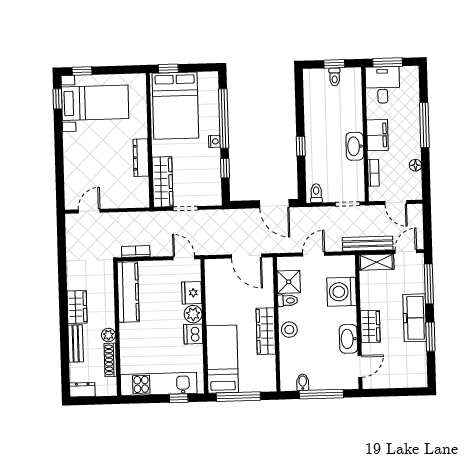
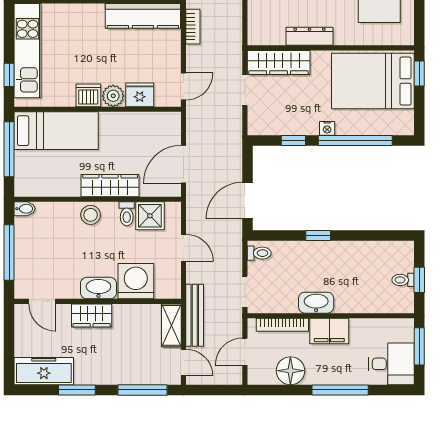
desk: (382, 85) -> (392, 364), moved
floor lamp: (415, 165) -> (290, 371), width x1.89, depth x1.89
bookcase: (373, 173) -> (282, 325), width x1.56
freezer: (415, 318) -> (44, 371), moved
wardrobe: (266, 331) -> (110, 186), moved
washbasin: (348, 339) -> (98, 288), moved
bidet: (303, 382) -> (25, 209), moved

